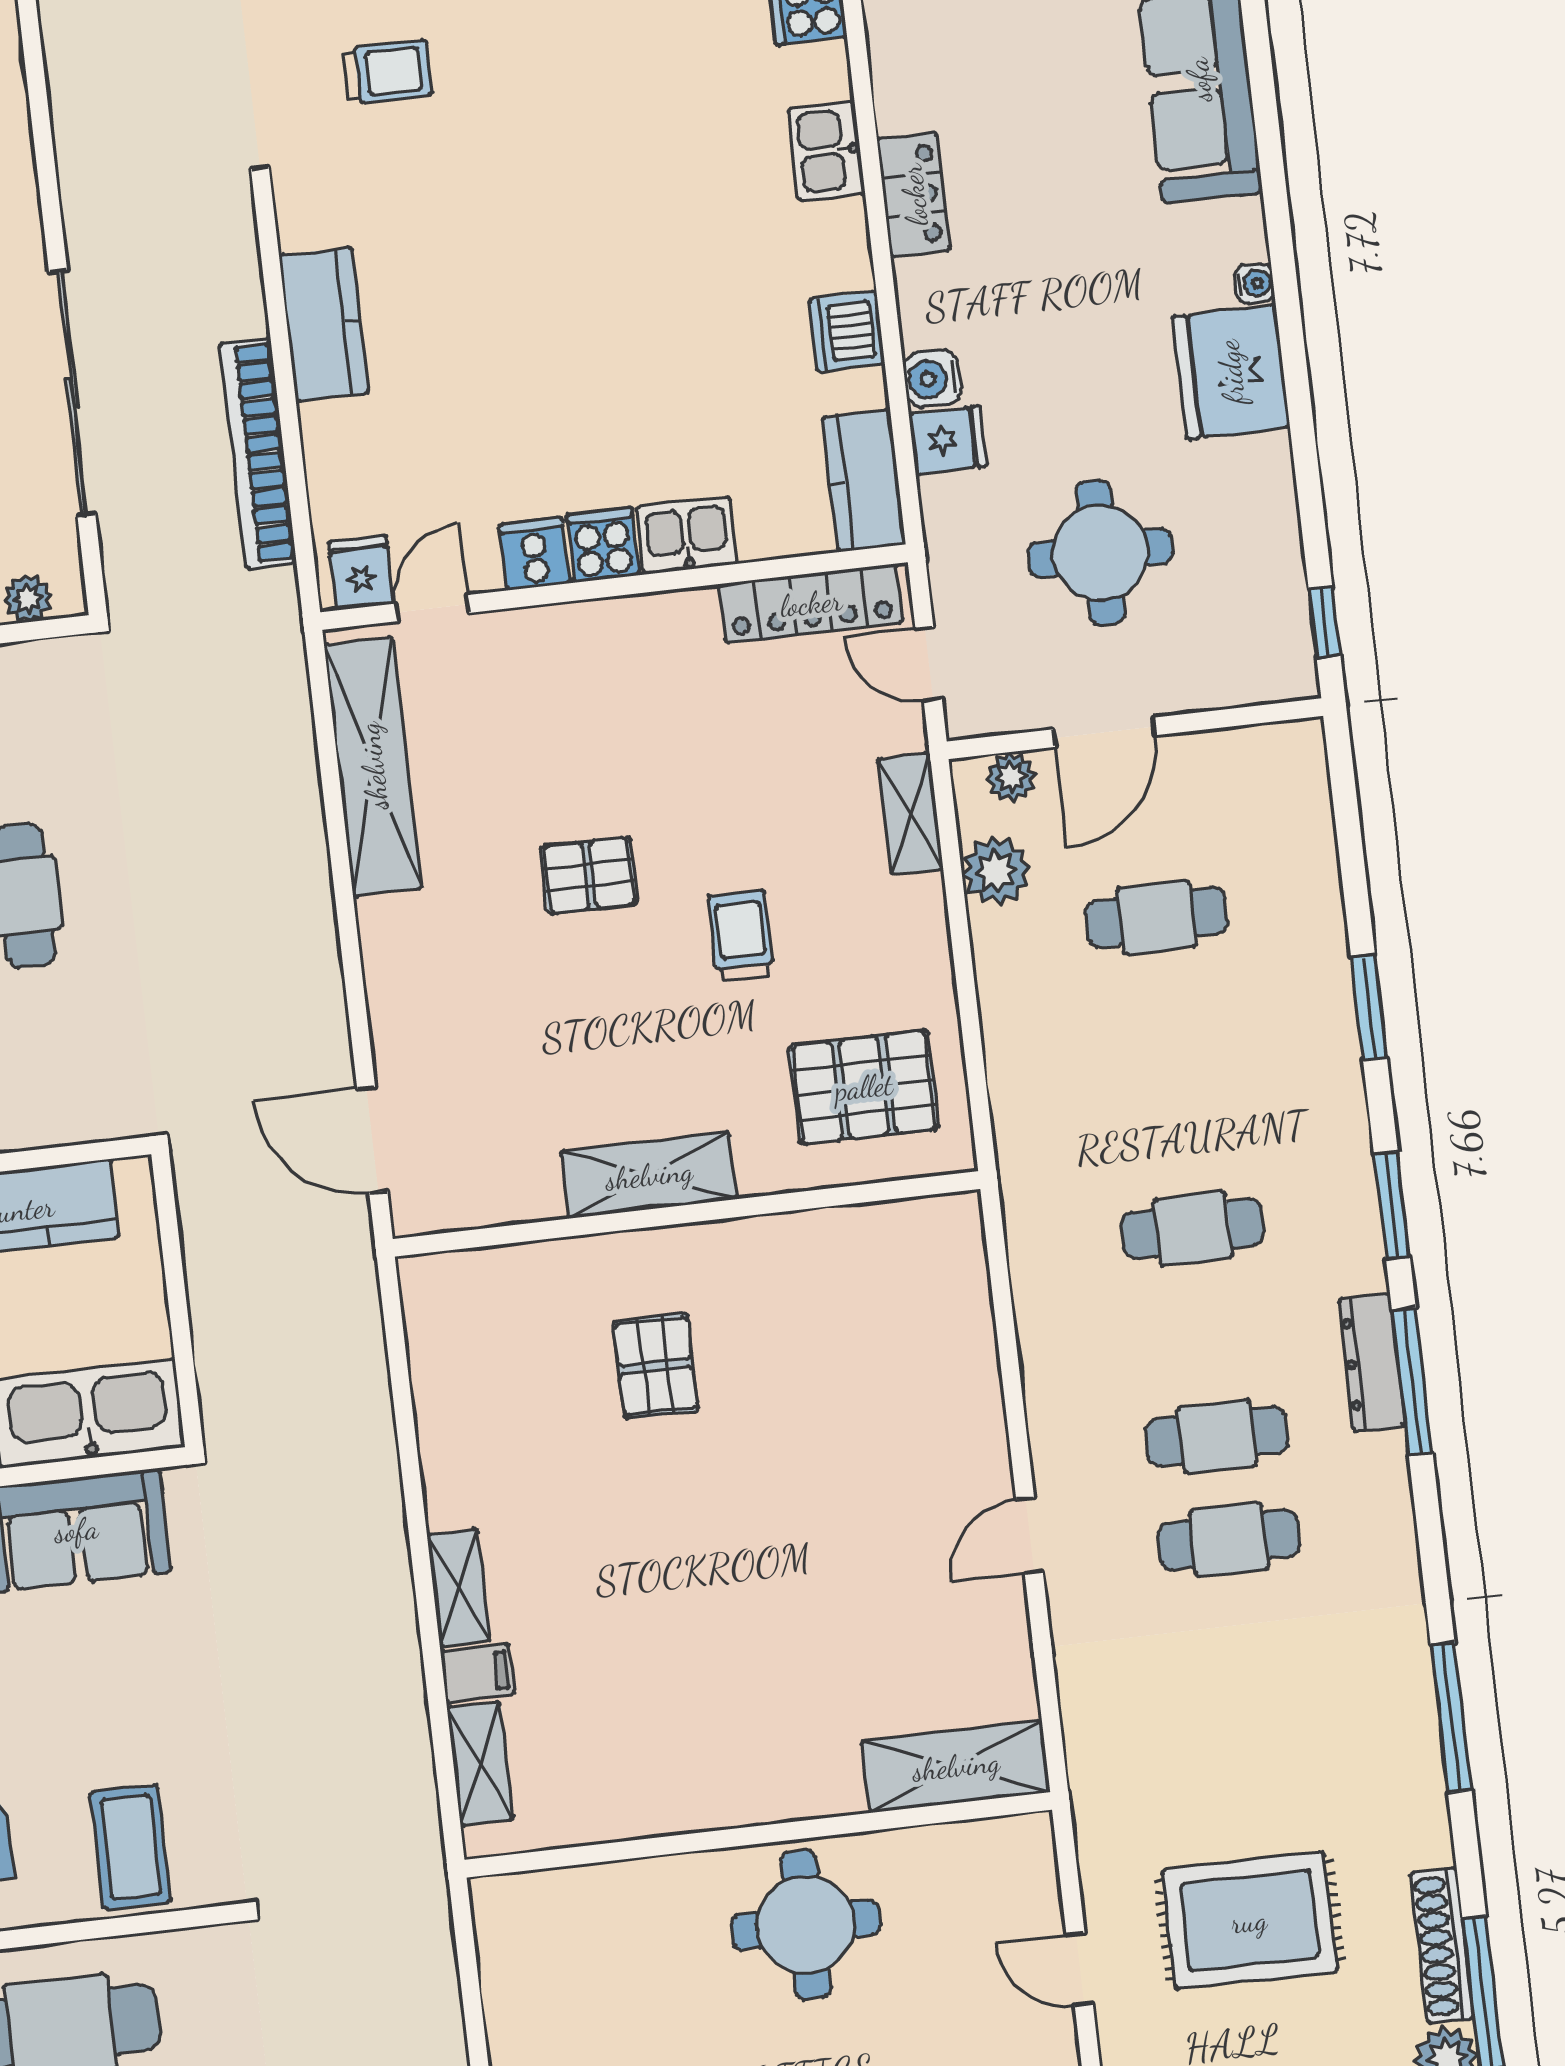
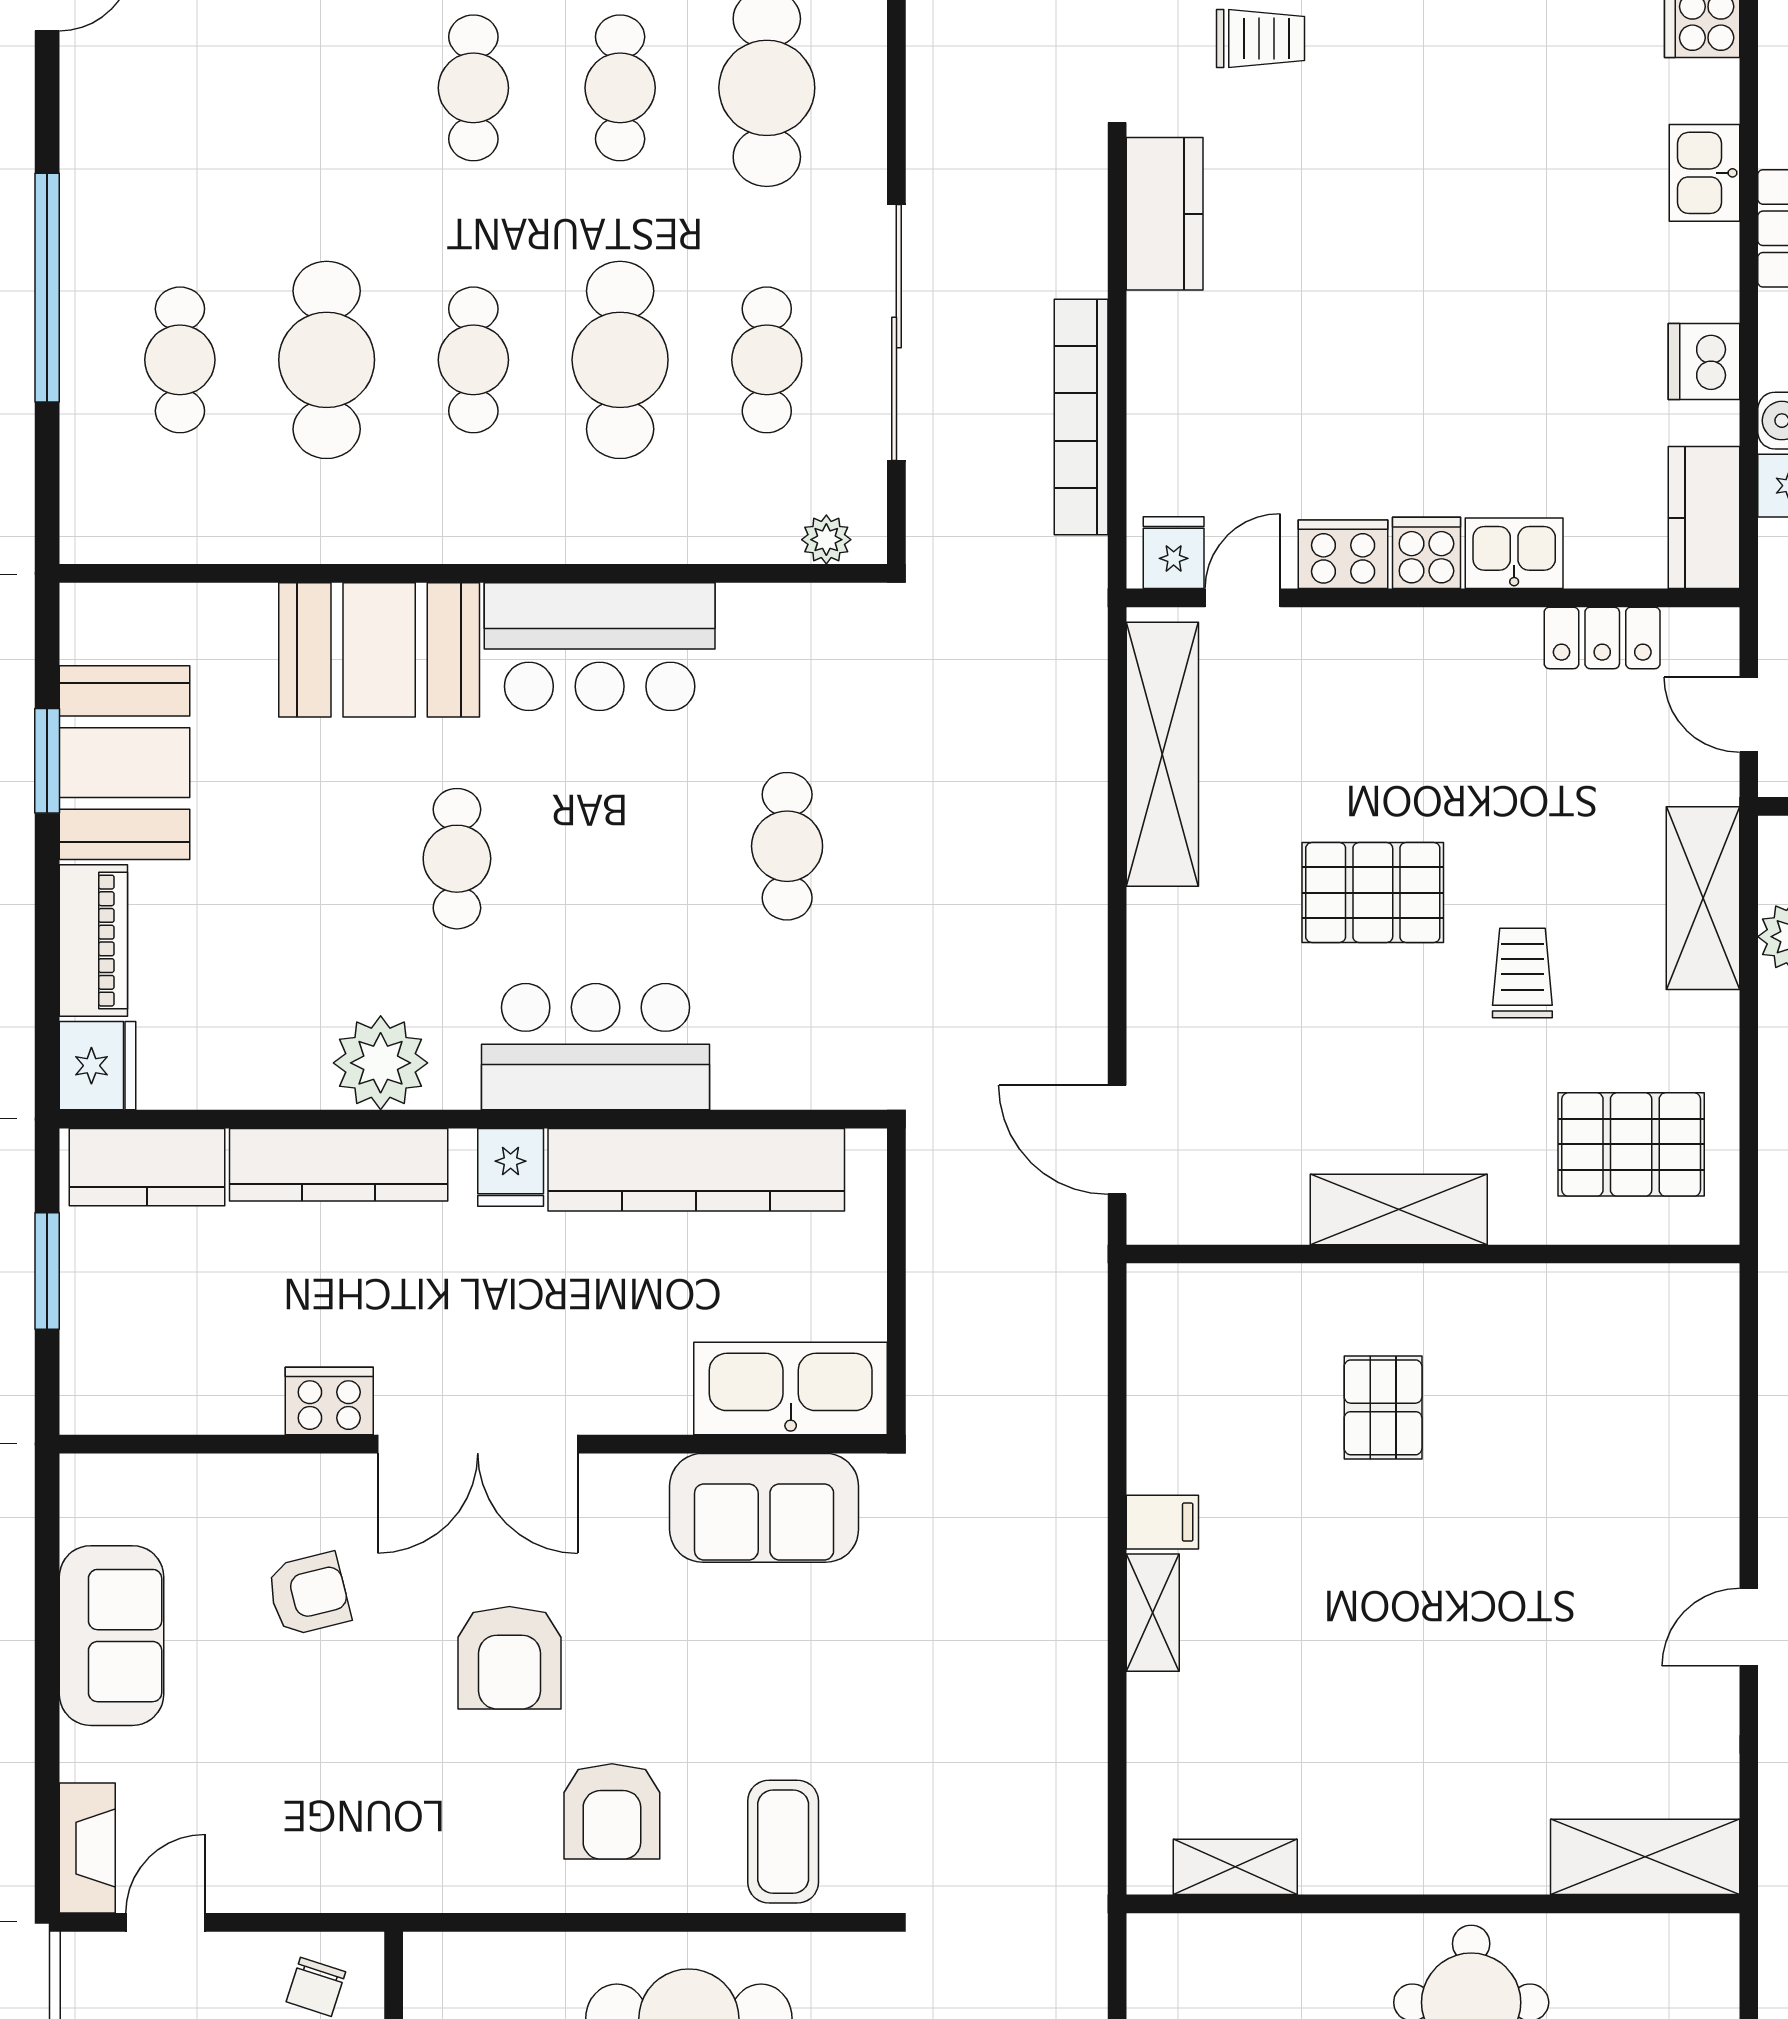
kitchen counter: (324, 324) -> (1165, 214), moved
cooker: (535, 554) -> (1343, 554), width x1.36
locker: (811, 603) -> (1602, 638), width x0.66
shelving: (910, 814) -> (1703, 898), width x1.50, depth x1.33
pallet: (589, 875) -> (1373, 893), width x1.50, depth x1.42
filing cabinet: (478, 1673) -> (1162, 1522), moved
shelving: (480, 1764) -> (1235, 1867), moved, turned 90

